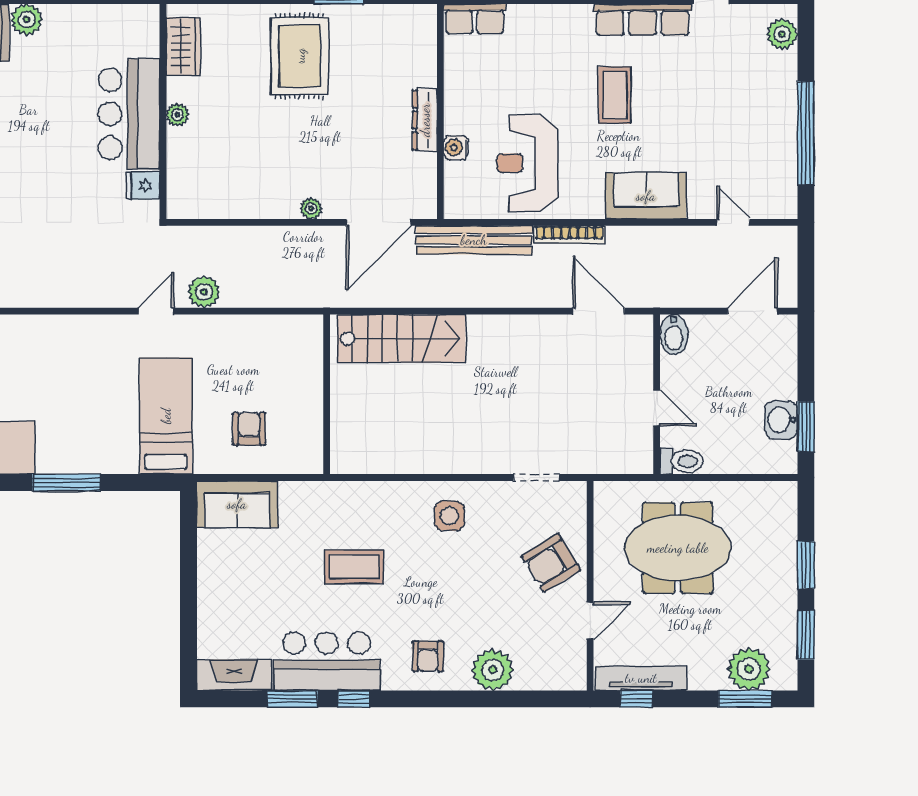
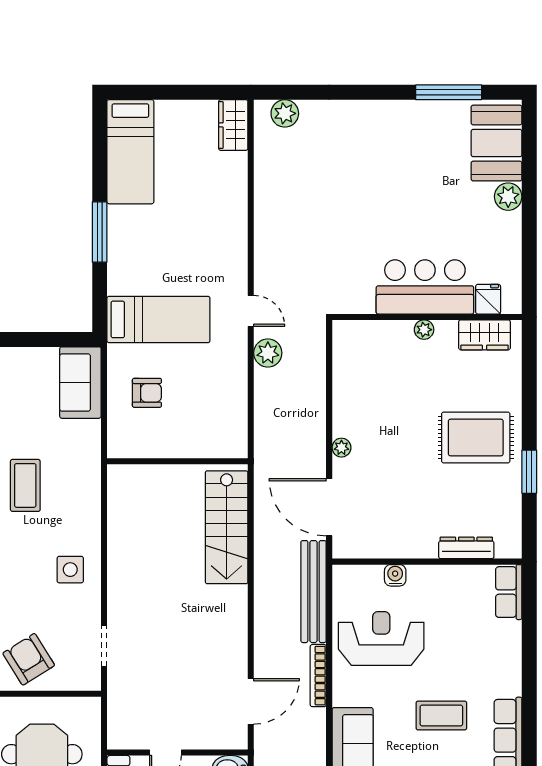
dresser: (425, 120) -> (466, 548), moved
fridge: (143, 185) -> (488, 299), moved

